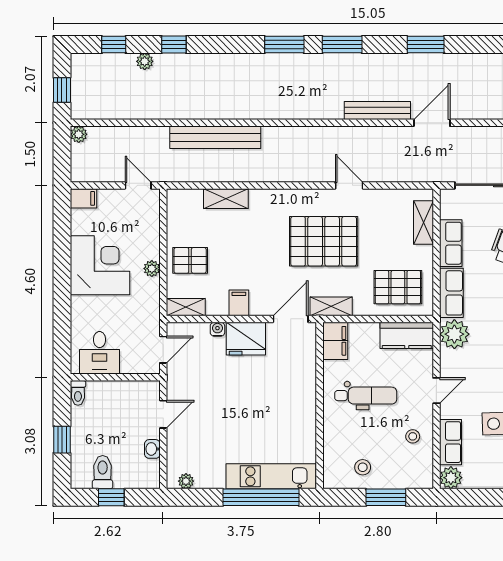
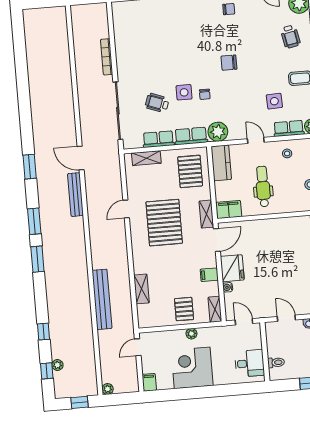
plant: (145, 61) -> (57, 365), moved
door: (291, 319) -> (217, 240), swing flipped
toilet: (78, 393) -> (276, 363), moved

